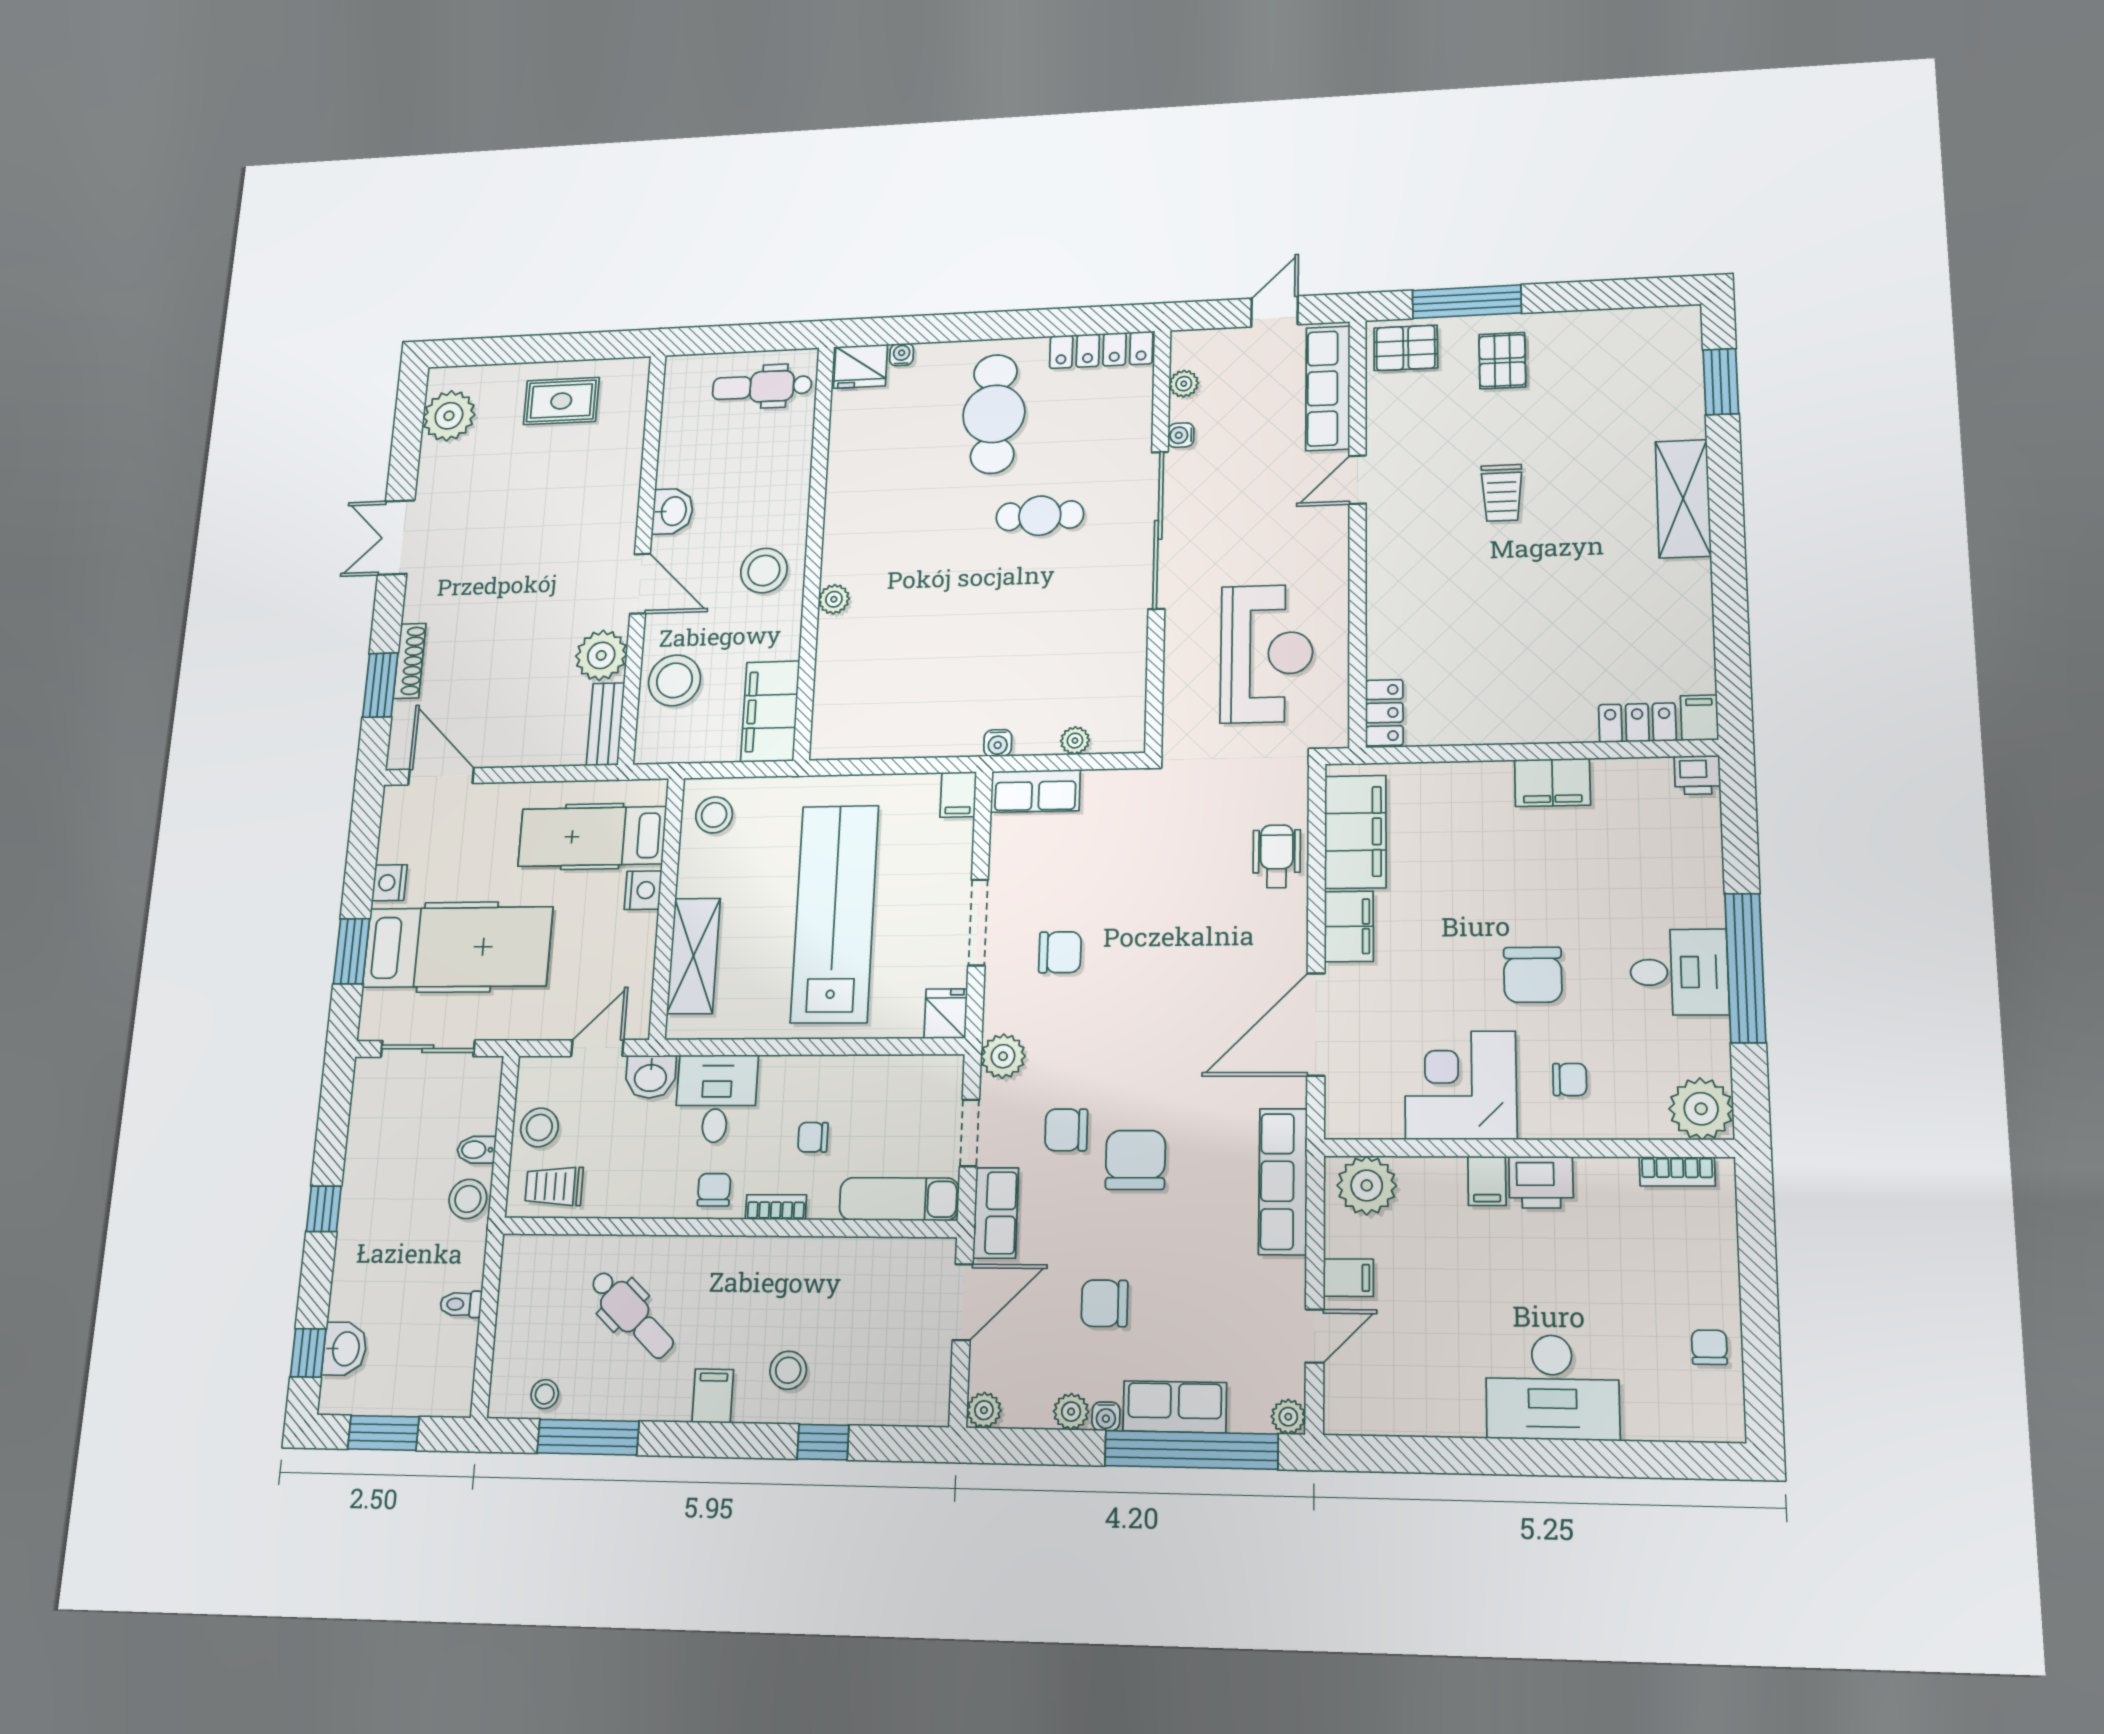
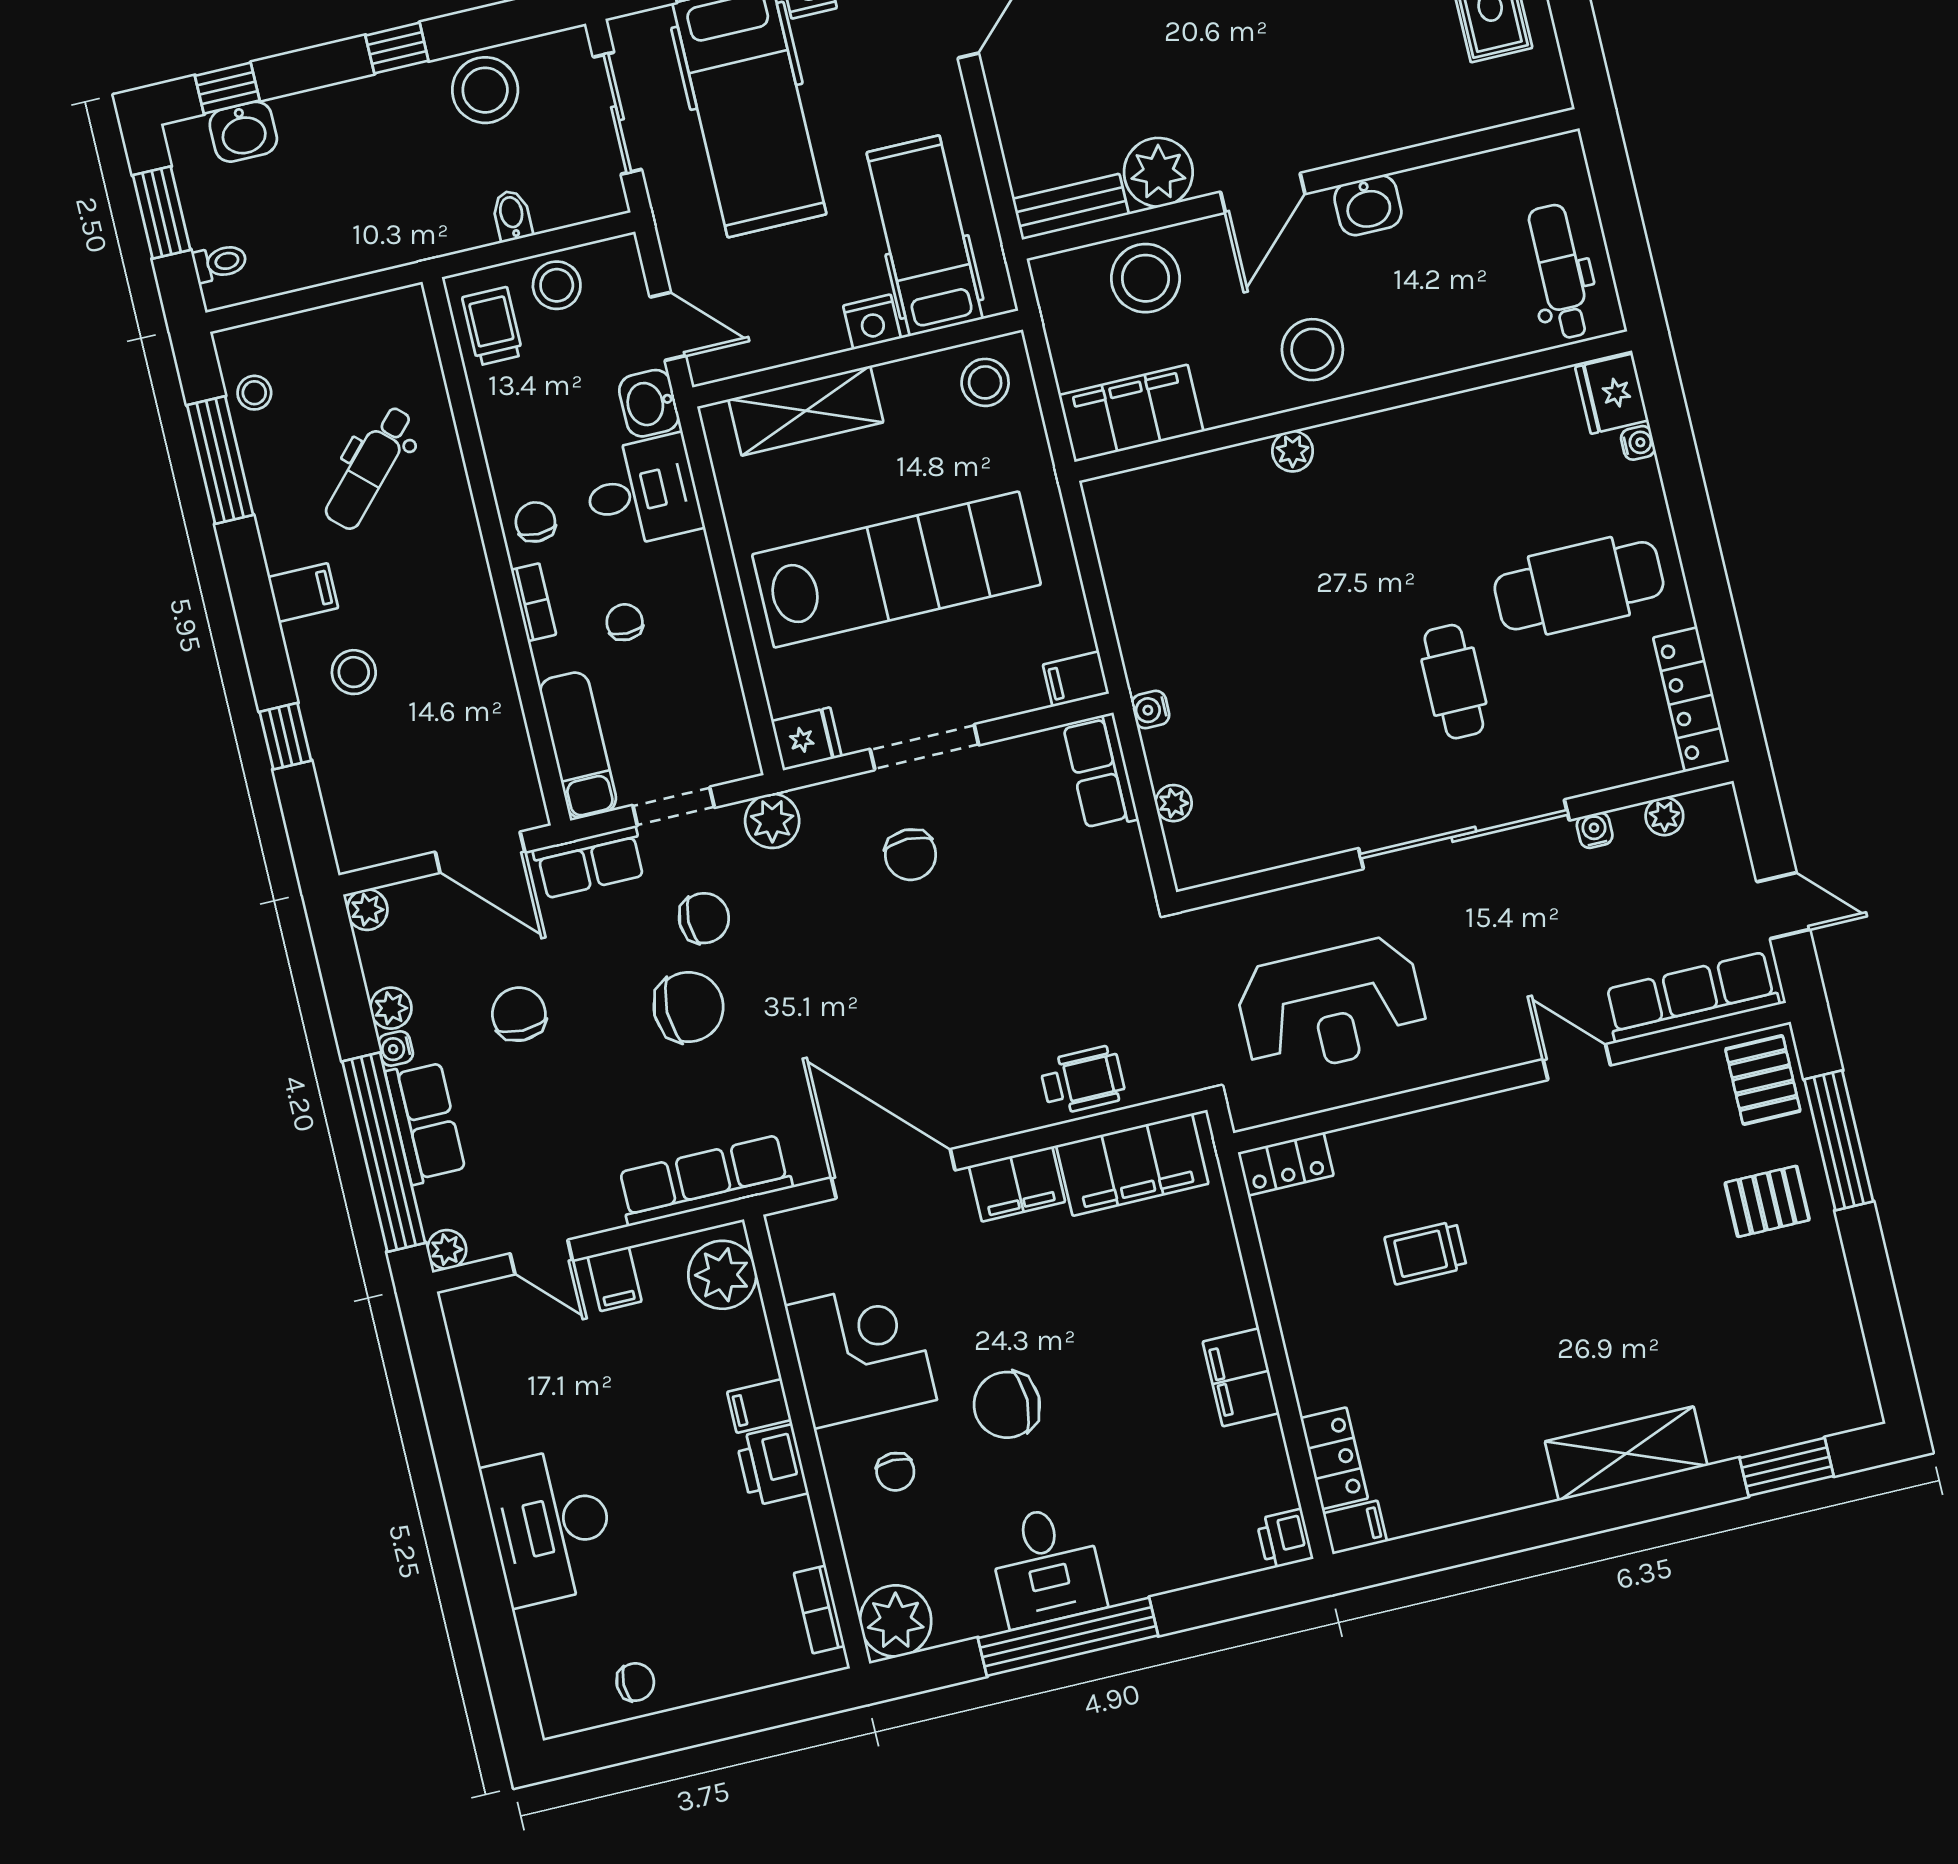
trolley: (1502, 493) -> (1426, 1253), moved
chair: (1066, 1130) -> (704, 918), turned 90
chair: (714, 1190) -> (535, 522), turned -90
stool: (468, 1199) -> (485, 90), moved, width x1.38, depth x1.38
toilet: (461, 1304) -> (220, 263), moved, turned 90

